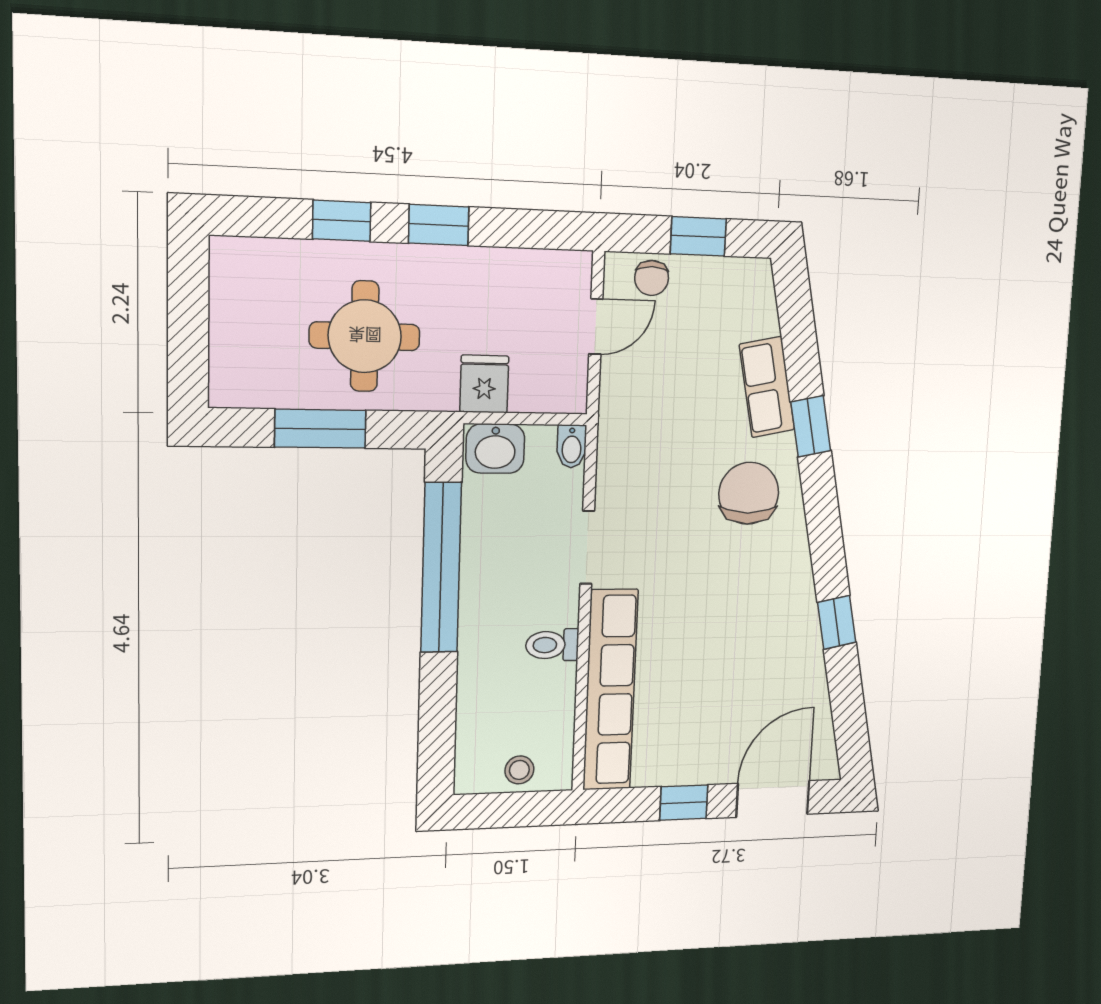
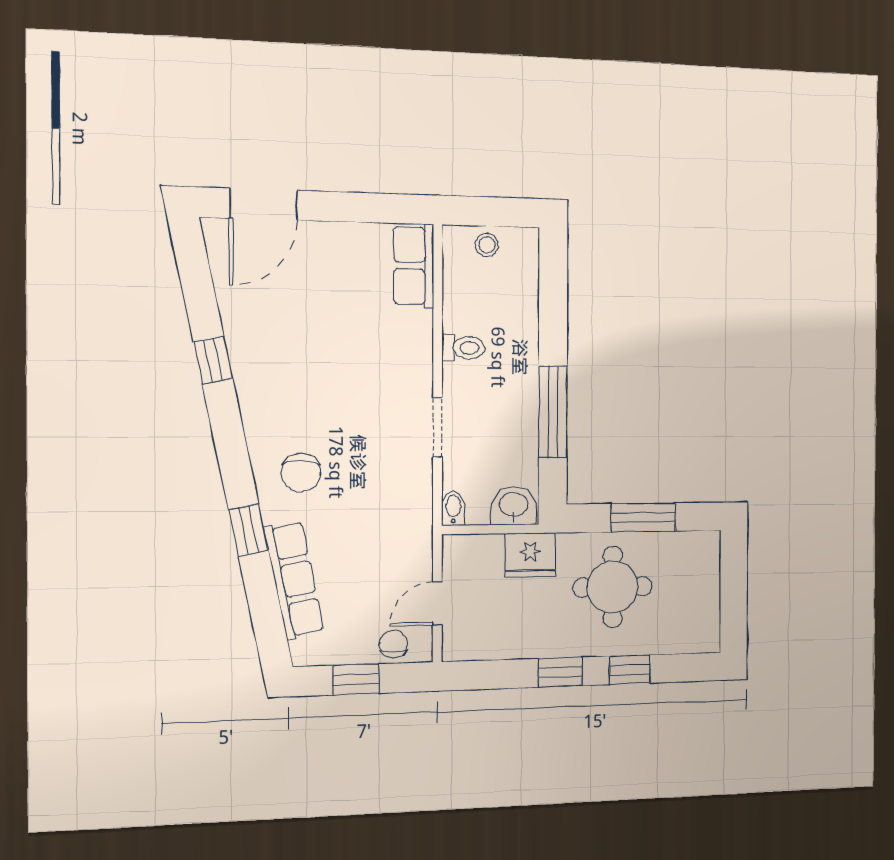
fridge: (484, 384) -> (530, 555), width x1.38
row of seats: (767, 387) -> (294, 580), width x1.48
chair: (749, 493) -> (301, 473), width x0.73, depth x0.73
window: (441, 568) -> (553, 412), width x0.68
row of seats: (610, 690) -> (414, 266), width x0.50
window: (684, 803) -> (345, 207), removed

